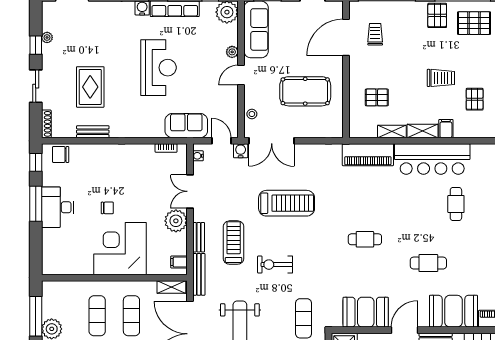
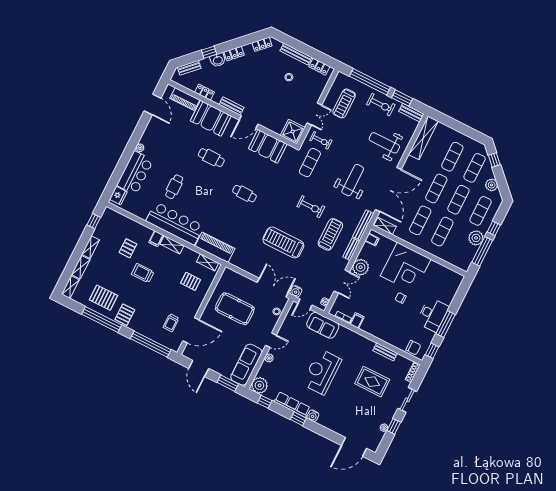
rug: (90, 87) -> (372, 382), turned 90
shelving: (392, 131) -> (208, 262), moved
door: (221, 141) -> (305, 304), hinge flipped
filing cabinet: (147, 153) -> (357, 321), added
treadmill: (234, 243) -> (330, 234), turned 180

